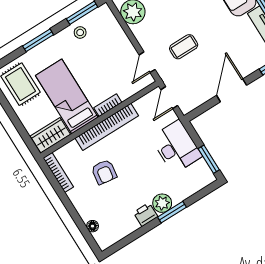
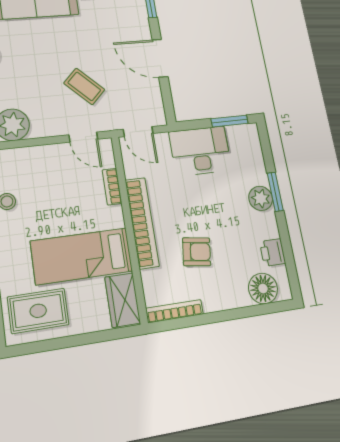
coffee table: (184, 47) -> (84, 86), turned -45
bookcase: (108, 105) -> (112, 187), moved
printer: (145, 215) -> (273, 252), moved
floor lamp: (92, 226) -> (263, 289), width x1.89, depth x1.89

